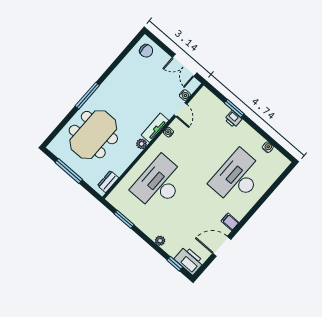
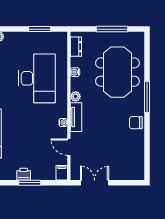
chair: (146, 51) -> (136, 123), moved
water cooler: (185, 95) -> (75, 72), moved
filing cabinet: (203, 95) -> (62, 173), added

